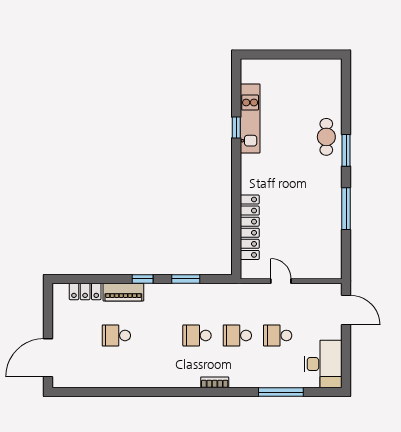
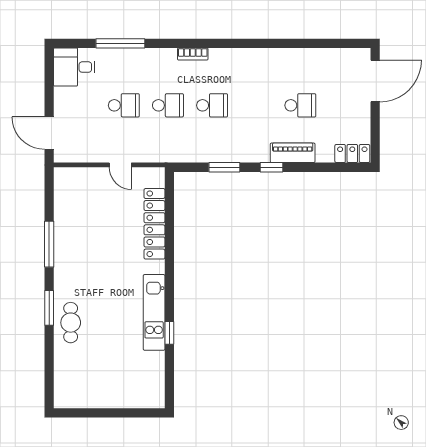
kitchen unit: (250, 118) -> (154, 312), moved
locker: (85, 291) -> (352, 153), moved
desk: (323, 364) -> (74, 67), width x0.73

